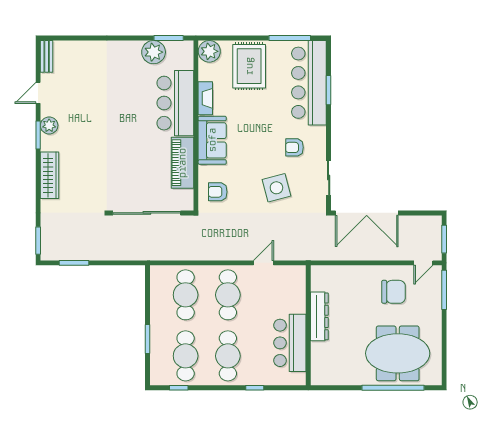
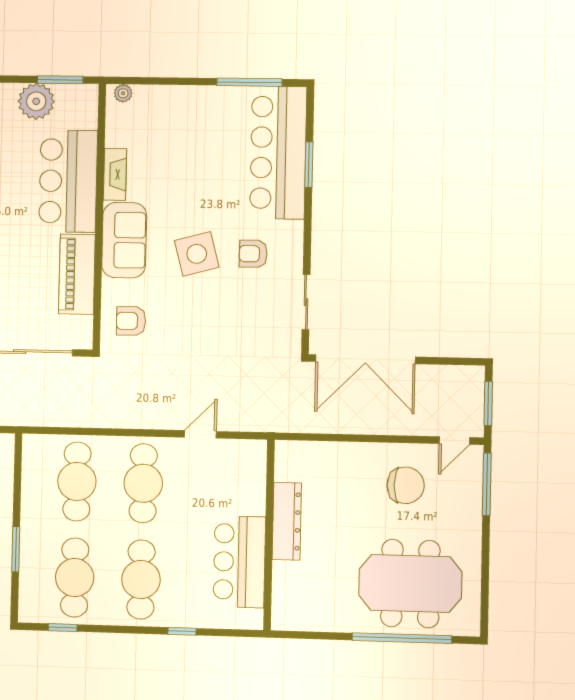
plant: (209, 51) -> (123, 93), width x0.53, depth x0.53
rug: (249, 66) -> (185, 125), removed
side table: (276, 188) -> (197, 254), moved

